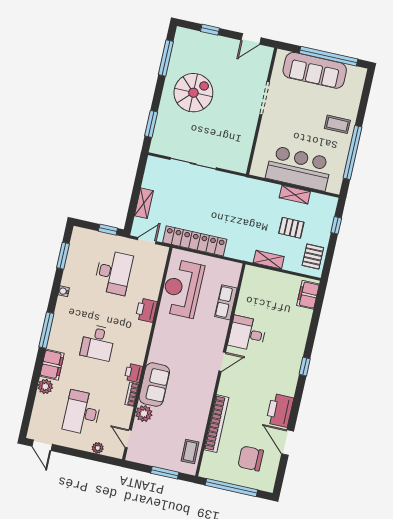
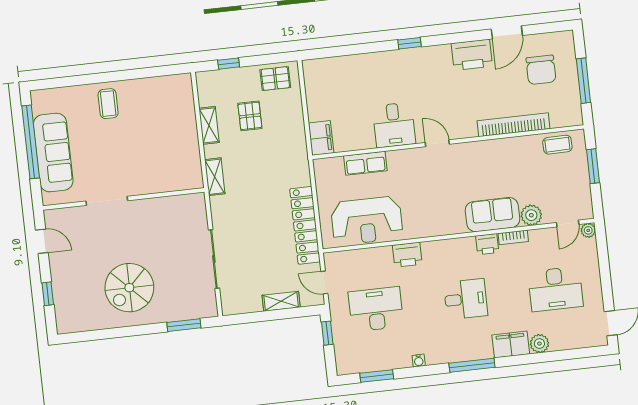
window: (166, 58) -> (99, 335), removed
spiral stairs: (193, 93) -> (129, 288), turned -90
window: (352, 152) -> (135, 74), removed
bar counter: (299, 168) -> (176, 131), removed
shelving: (269, 260) -> (215, 177), moved
filing cabinet: (308, 295) -> (321, 138), moved, turned -90
plant: (98, 448) -> (588, 230), moved
window: (231, 488) -> (583, 81), width x0.68

